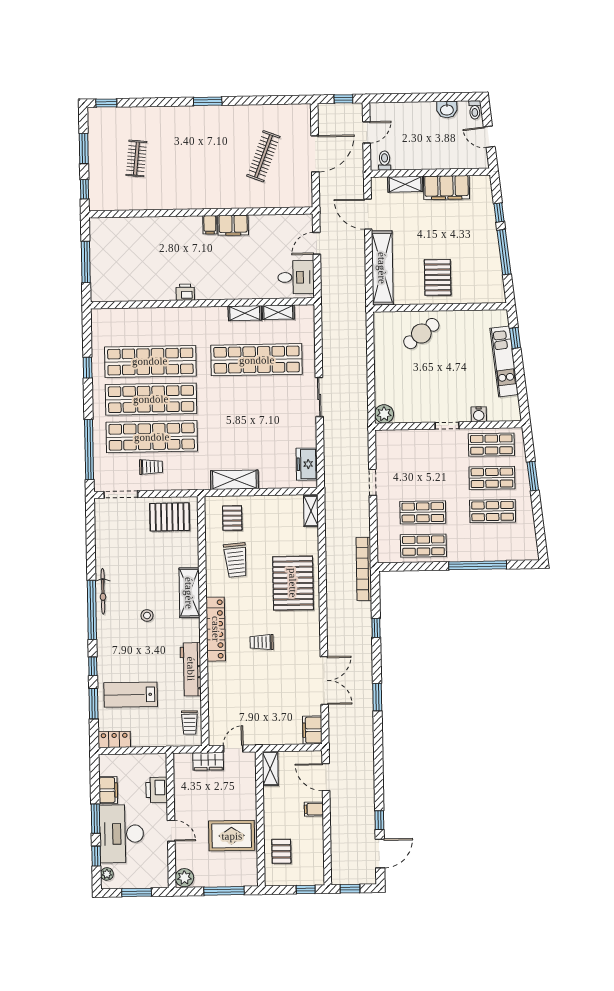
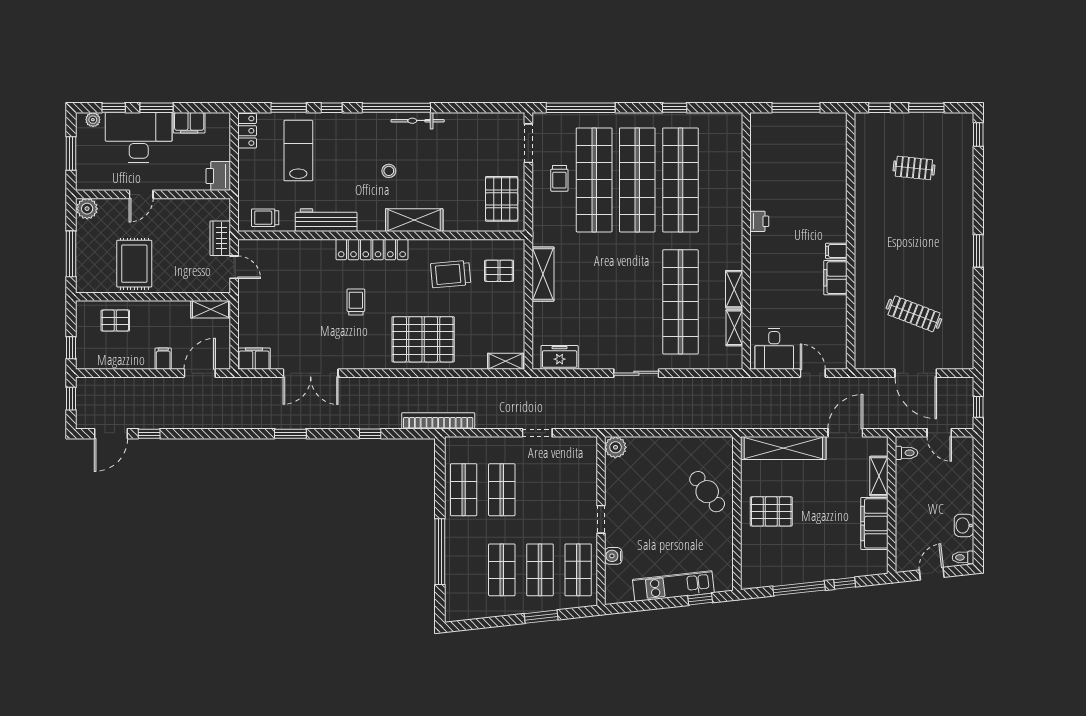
printer: (157, 790) -> (218, 176), moved, turned -90
door: (380, 853) -> (111, 434), hinge flipped

